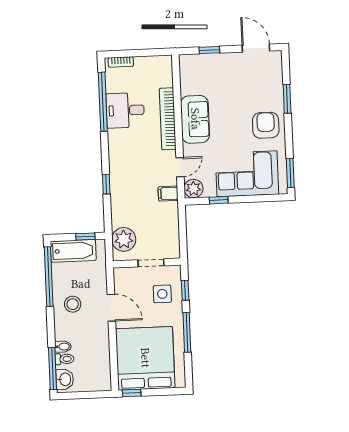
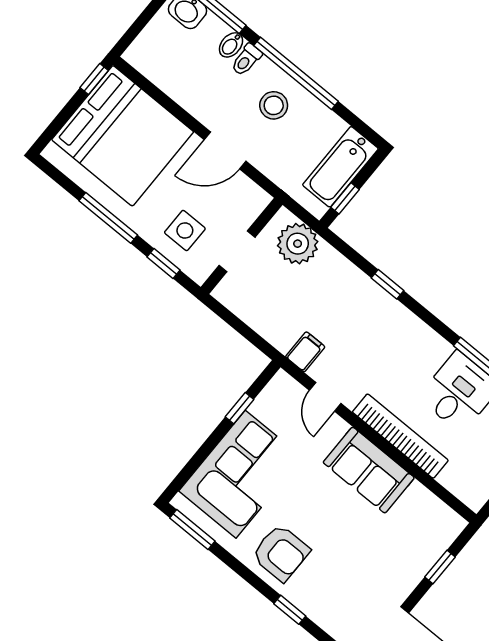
window: (287, 99) -> (290, 610), width x0.67
plant: (193, 189) -> (283, 390), removed
window: (49, 277) -> (296, 73), moved
toilet: (65, 359) -> (246, 60), moved

